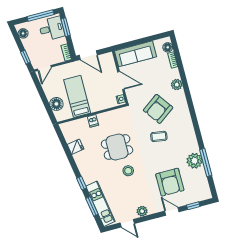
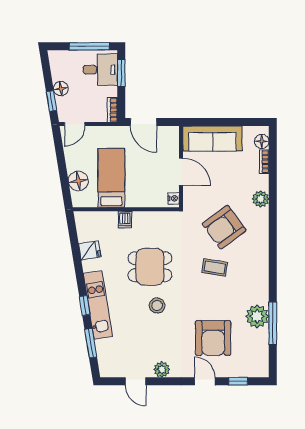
floor lamp: (23, 33) -> (61, 89), moved
kitchen unit: (100, 204) -> (98, 305), moved

